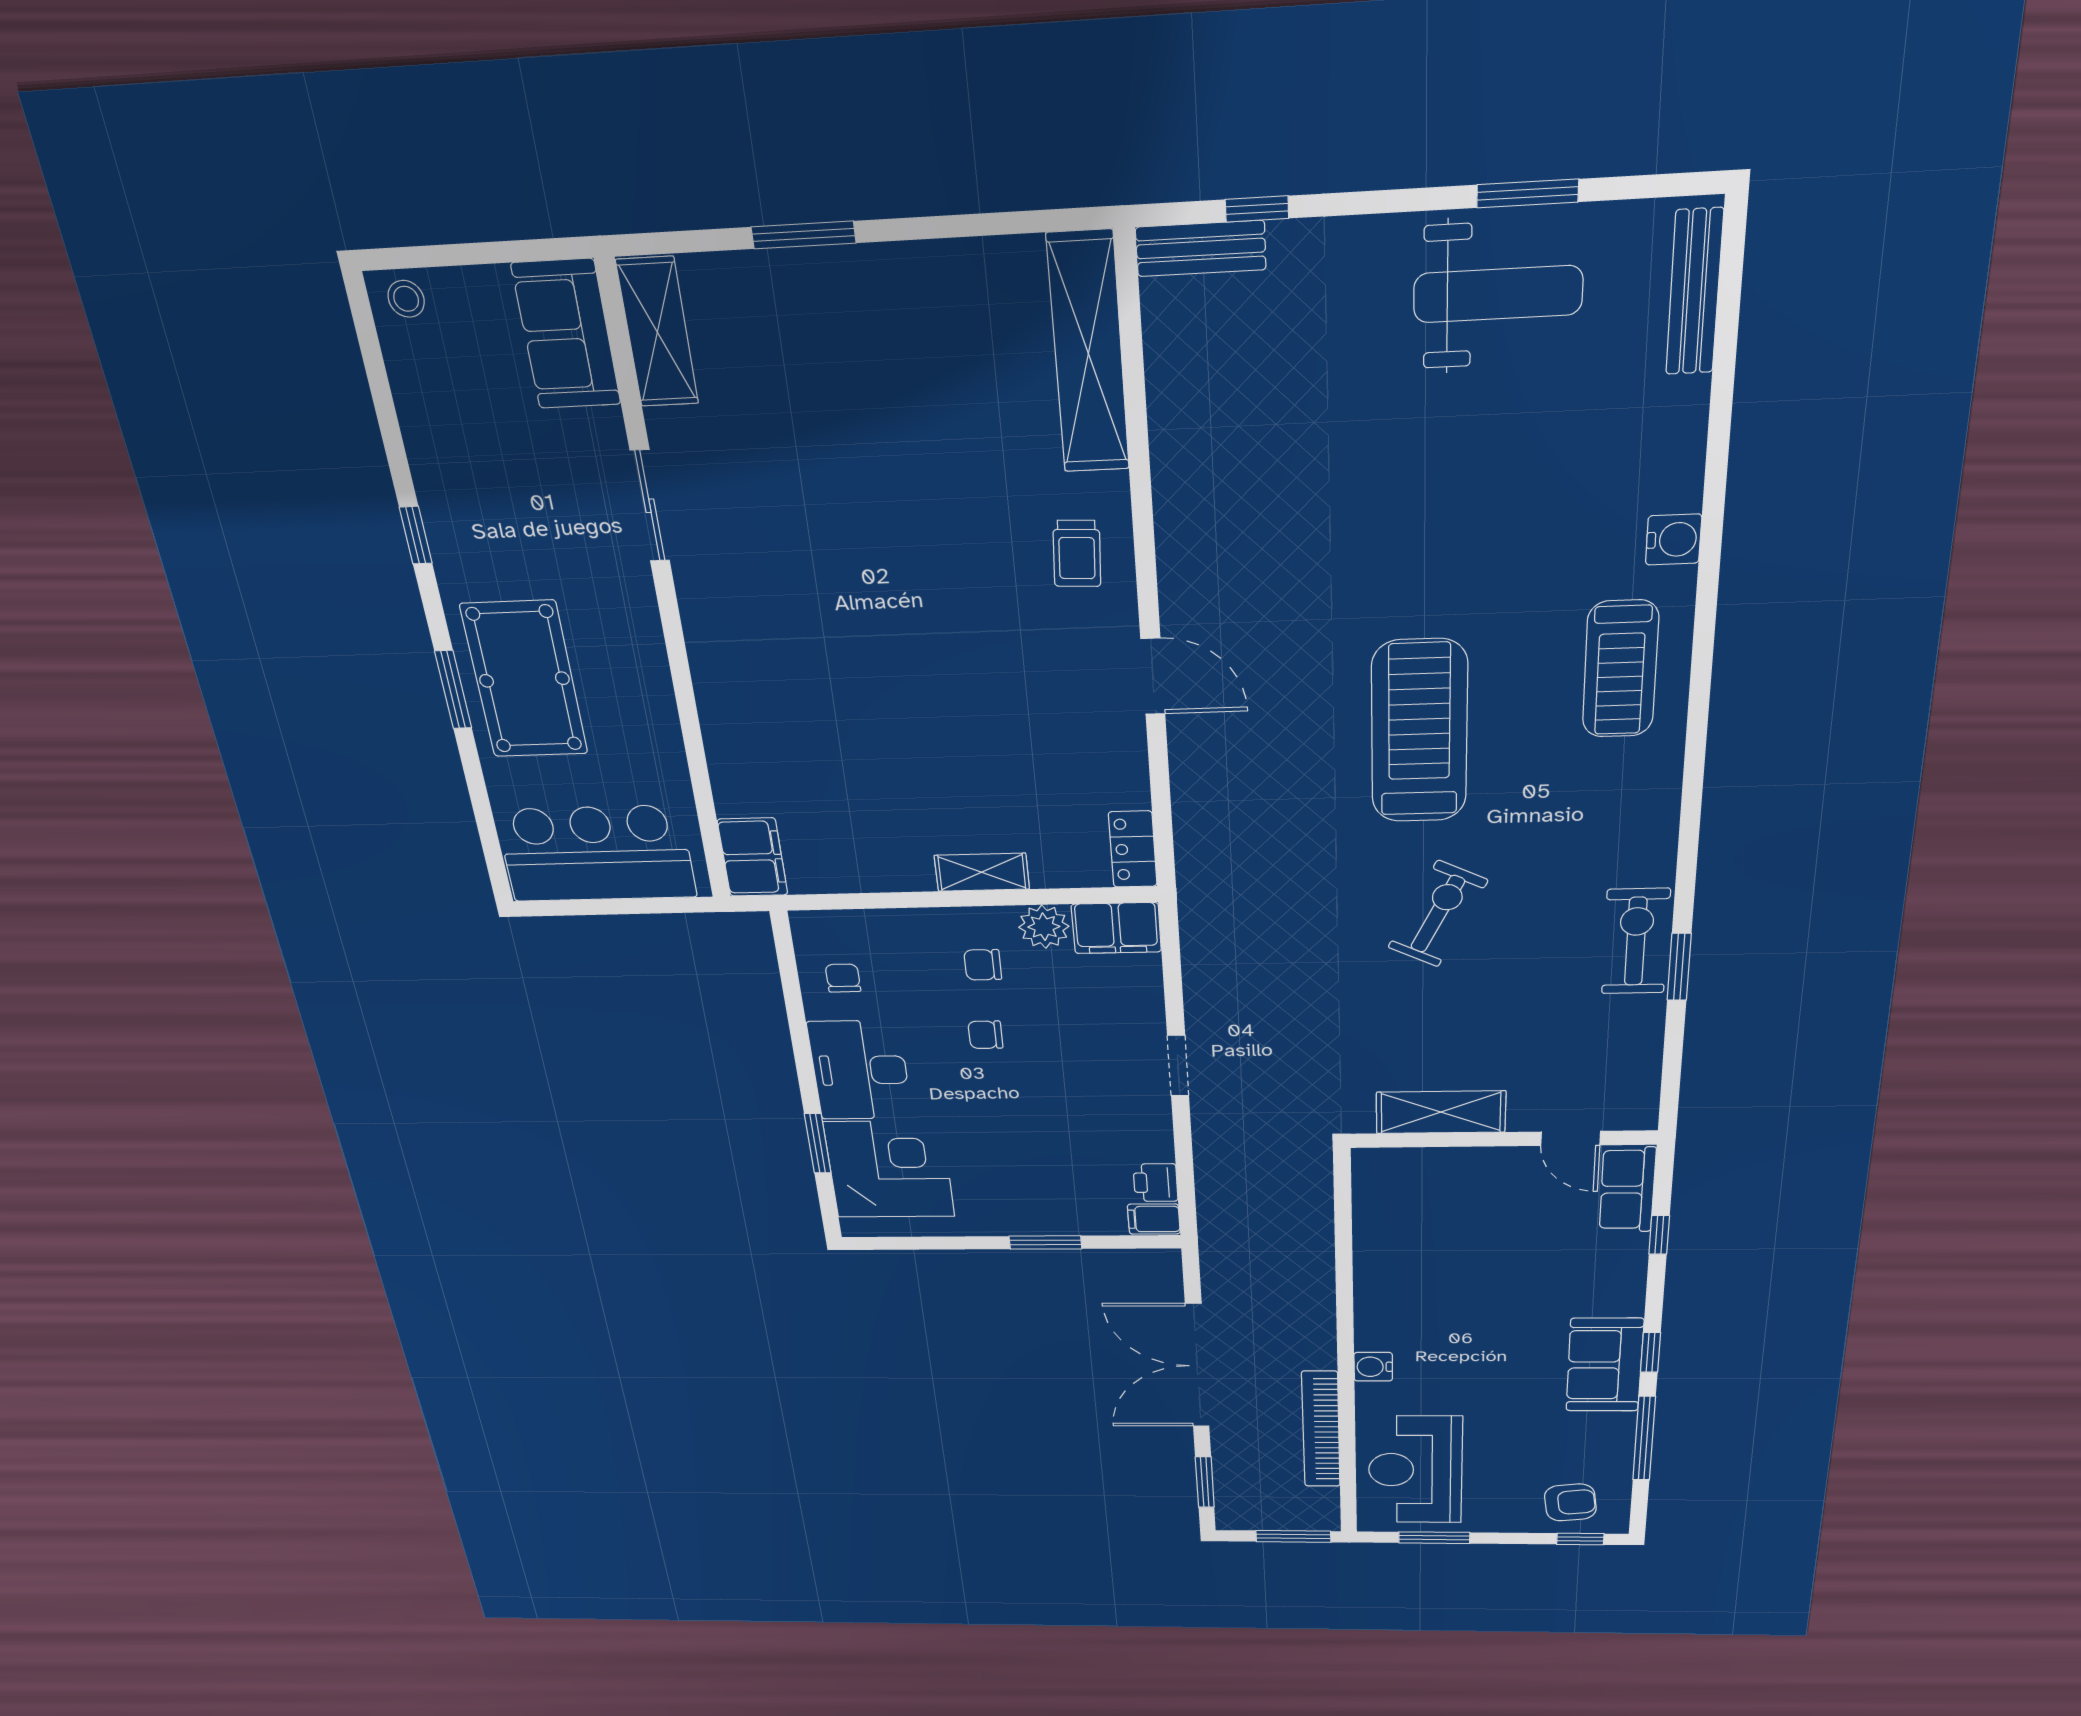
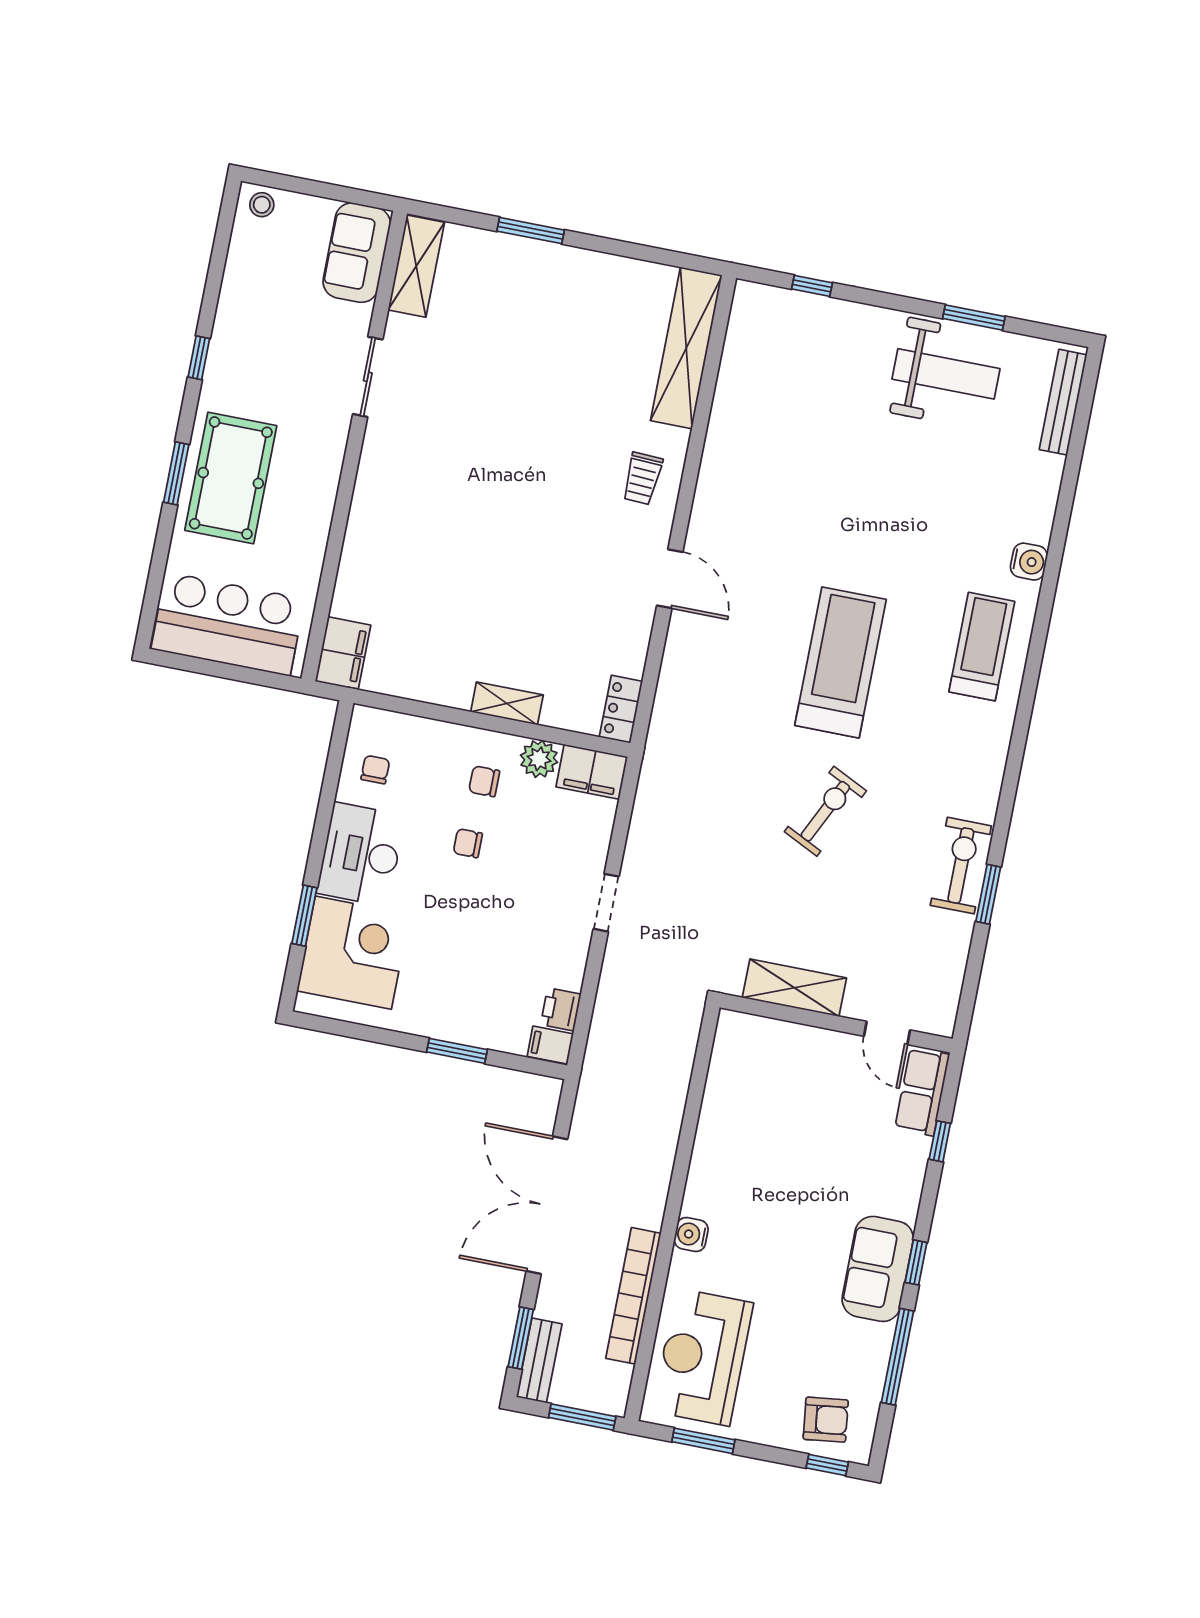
bench: (1201, 248) -> (539, 1360), moved, turned 90
treadmill: (1620, 669) -> (982, 647), turned 180

